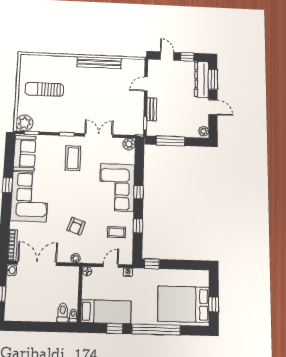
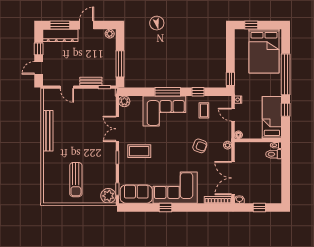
window: (139, 192) -> (168, 92), width x2.17
window: (214, 304) -> (251, 25), moved

